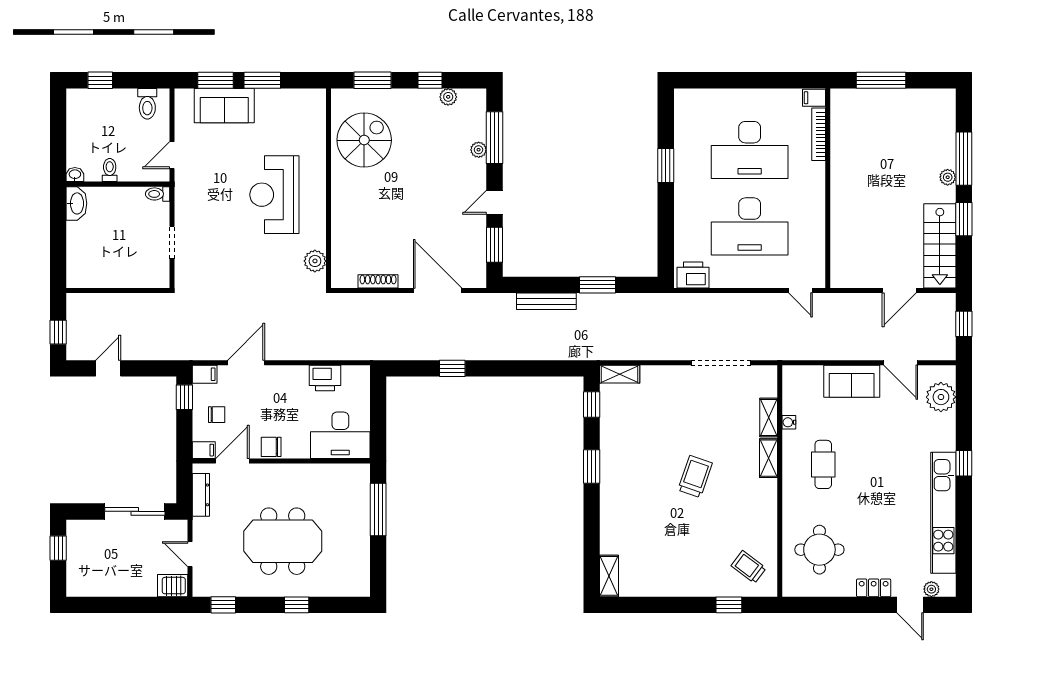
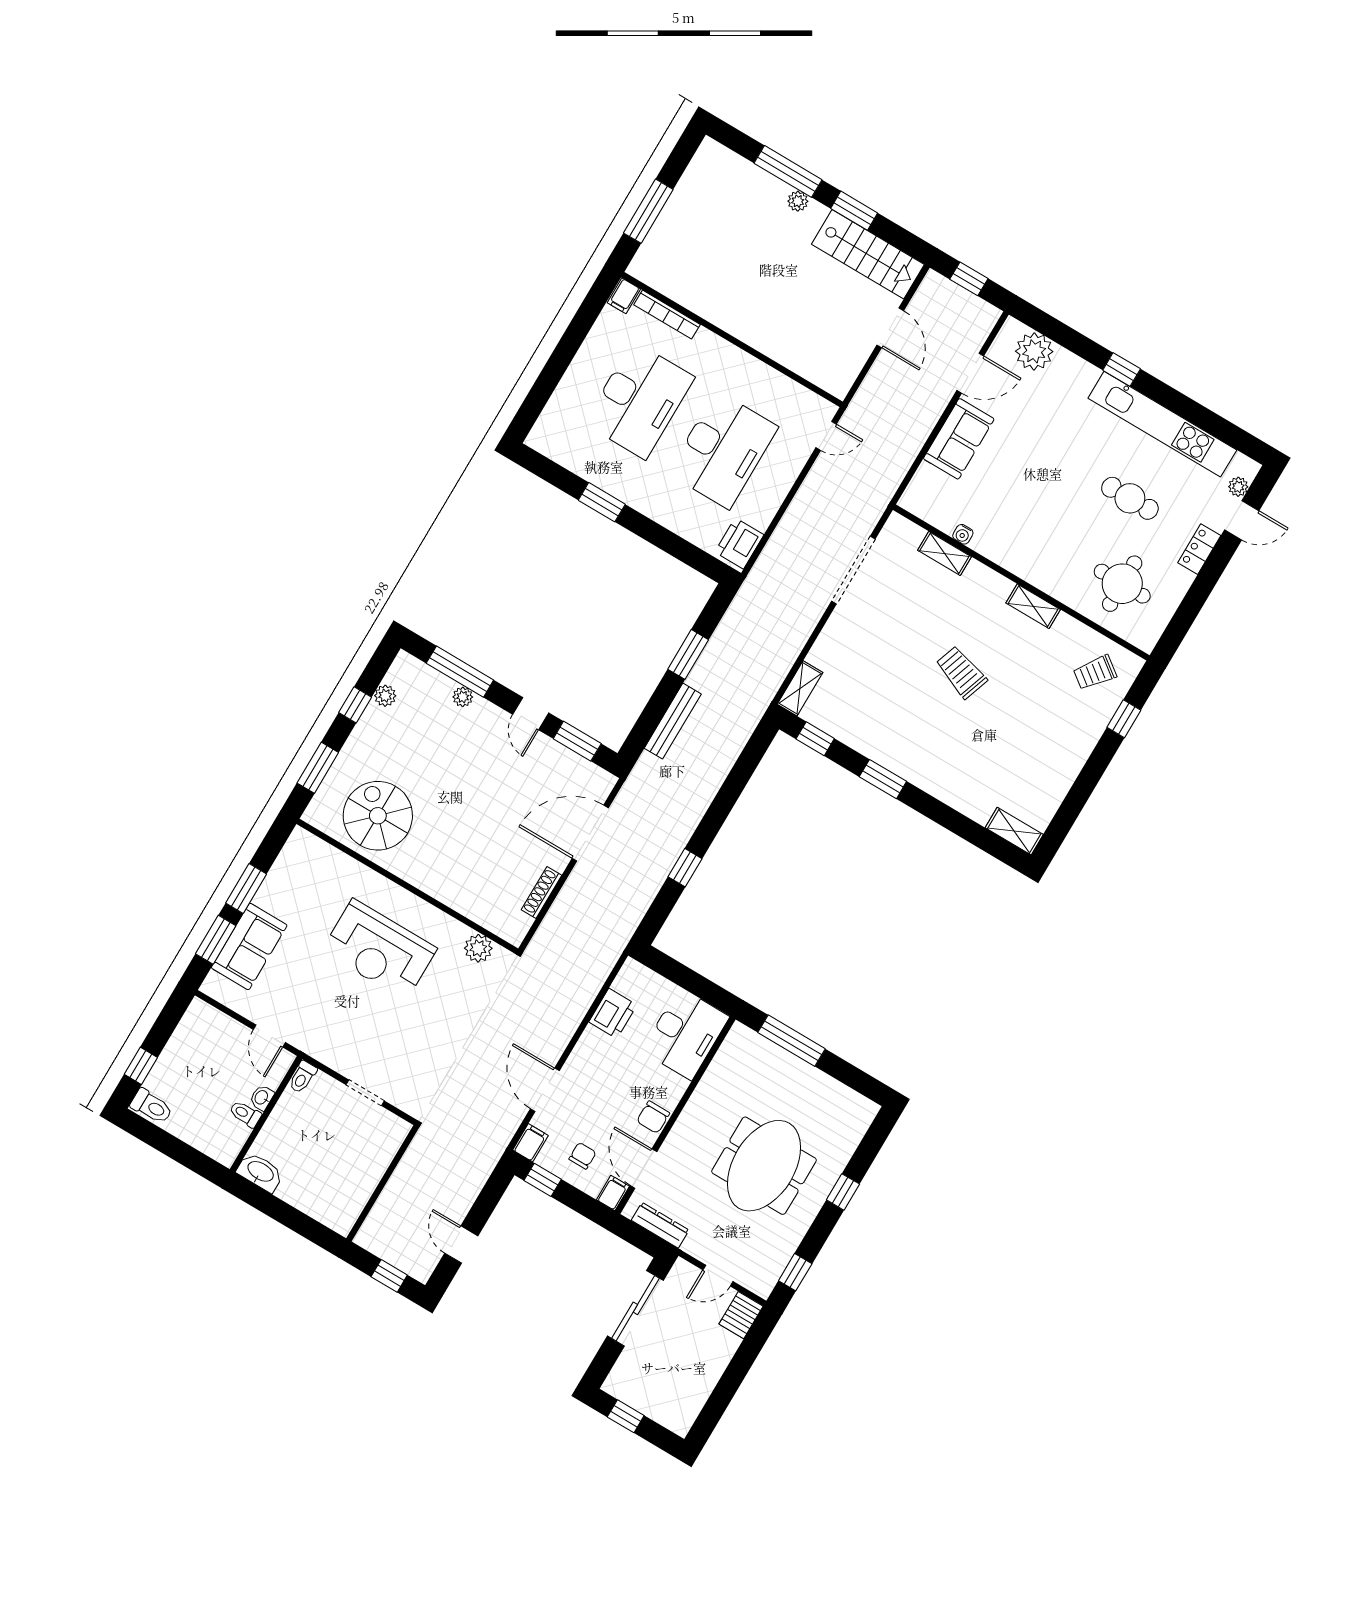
toilet: (147, 104) -> (152, 1106), moved
washbasin: (75, 175) -> (262, 1098), moved
shelving: (768, 458) -> (1033, 606), moved
cafe table: (823, 464) -> (1130, 498), moved

